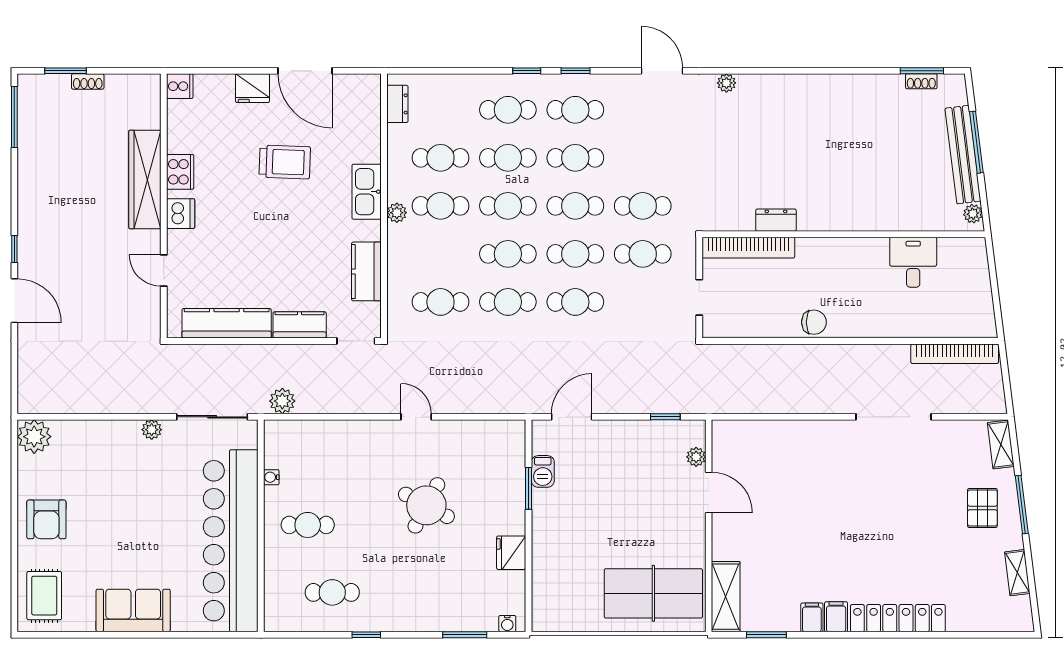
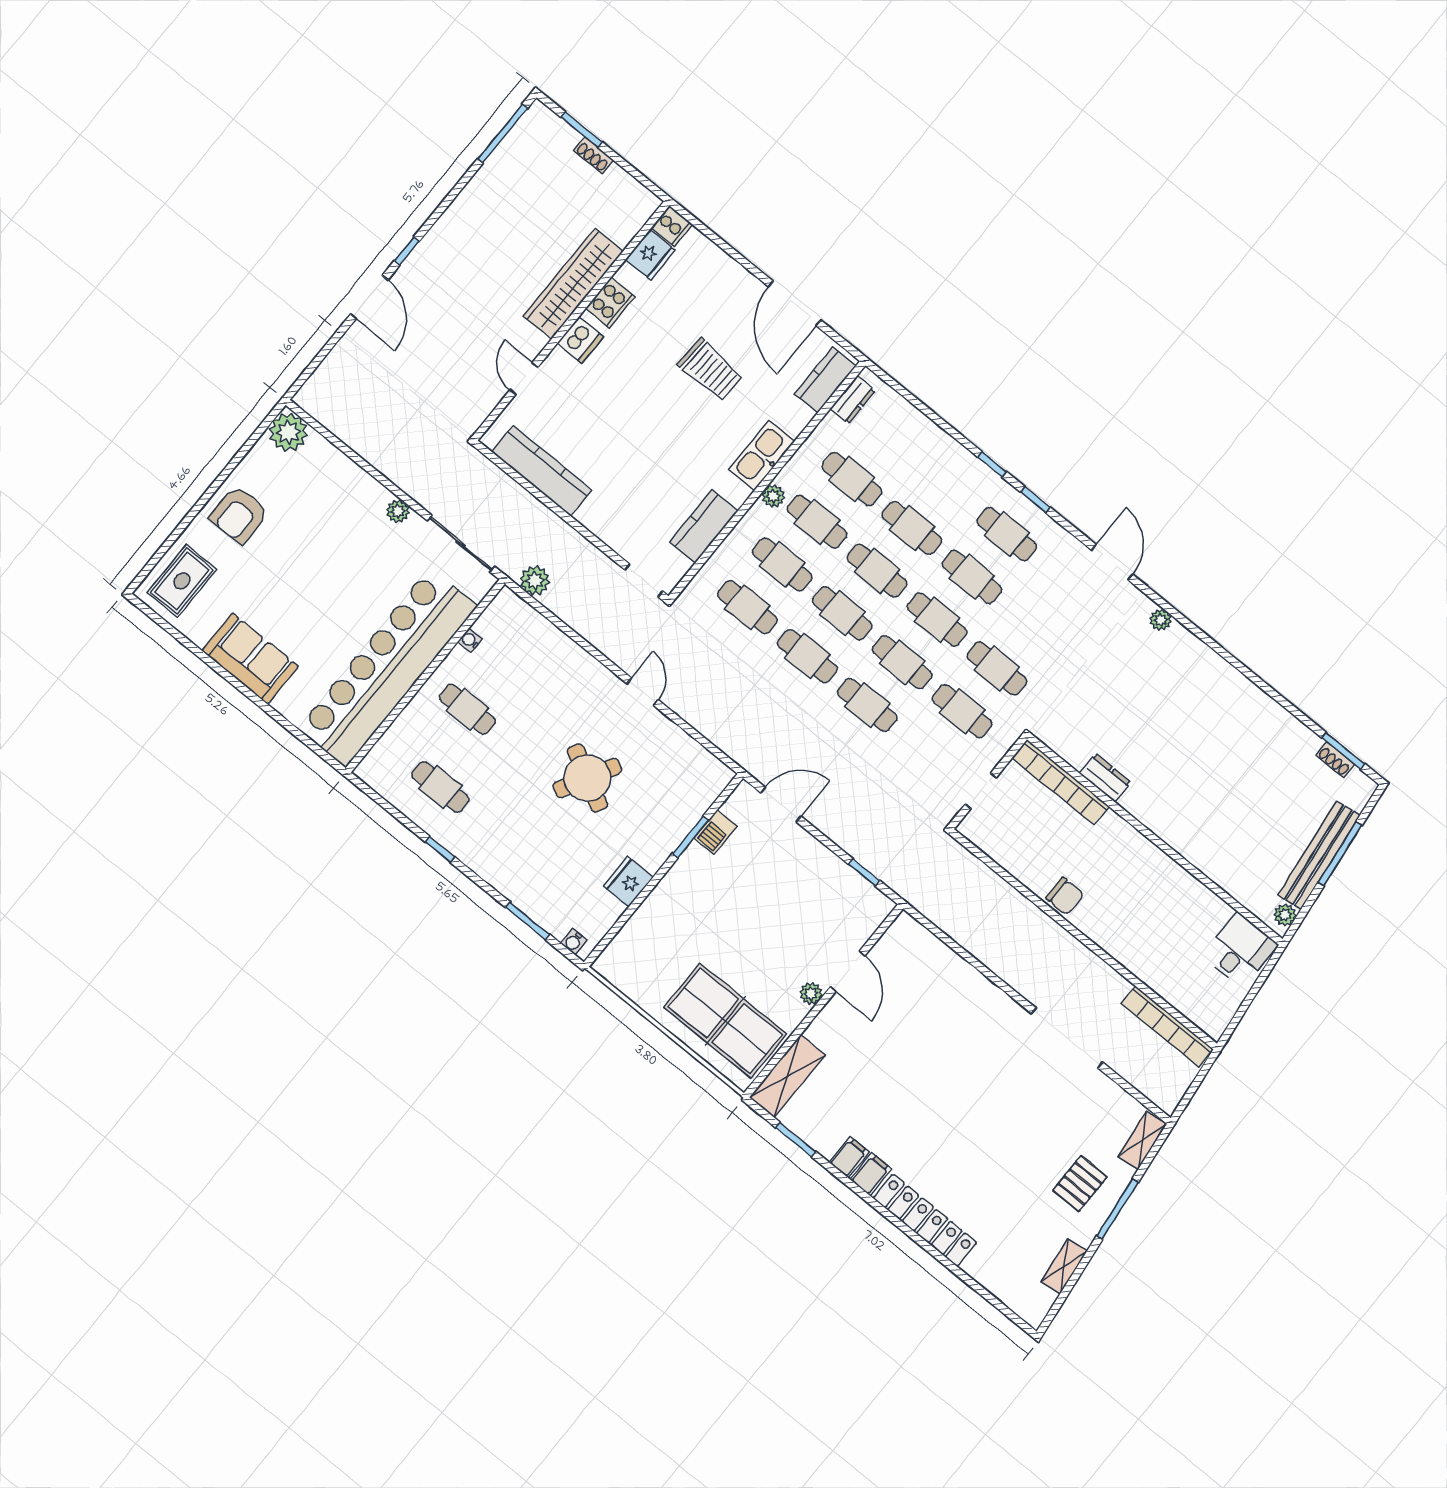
fridge: (252, 88) -> (650, 255), moved, turned -90
cafe table: (508, 110) -> (782, 564), moved
desk: (913, 262) -> (1240, 950), moved
kitchen counter: (300, 325) -> (825, 380), moved, turned -90
plant: (696, 457) -> (811, 994), moved

